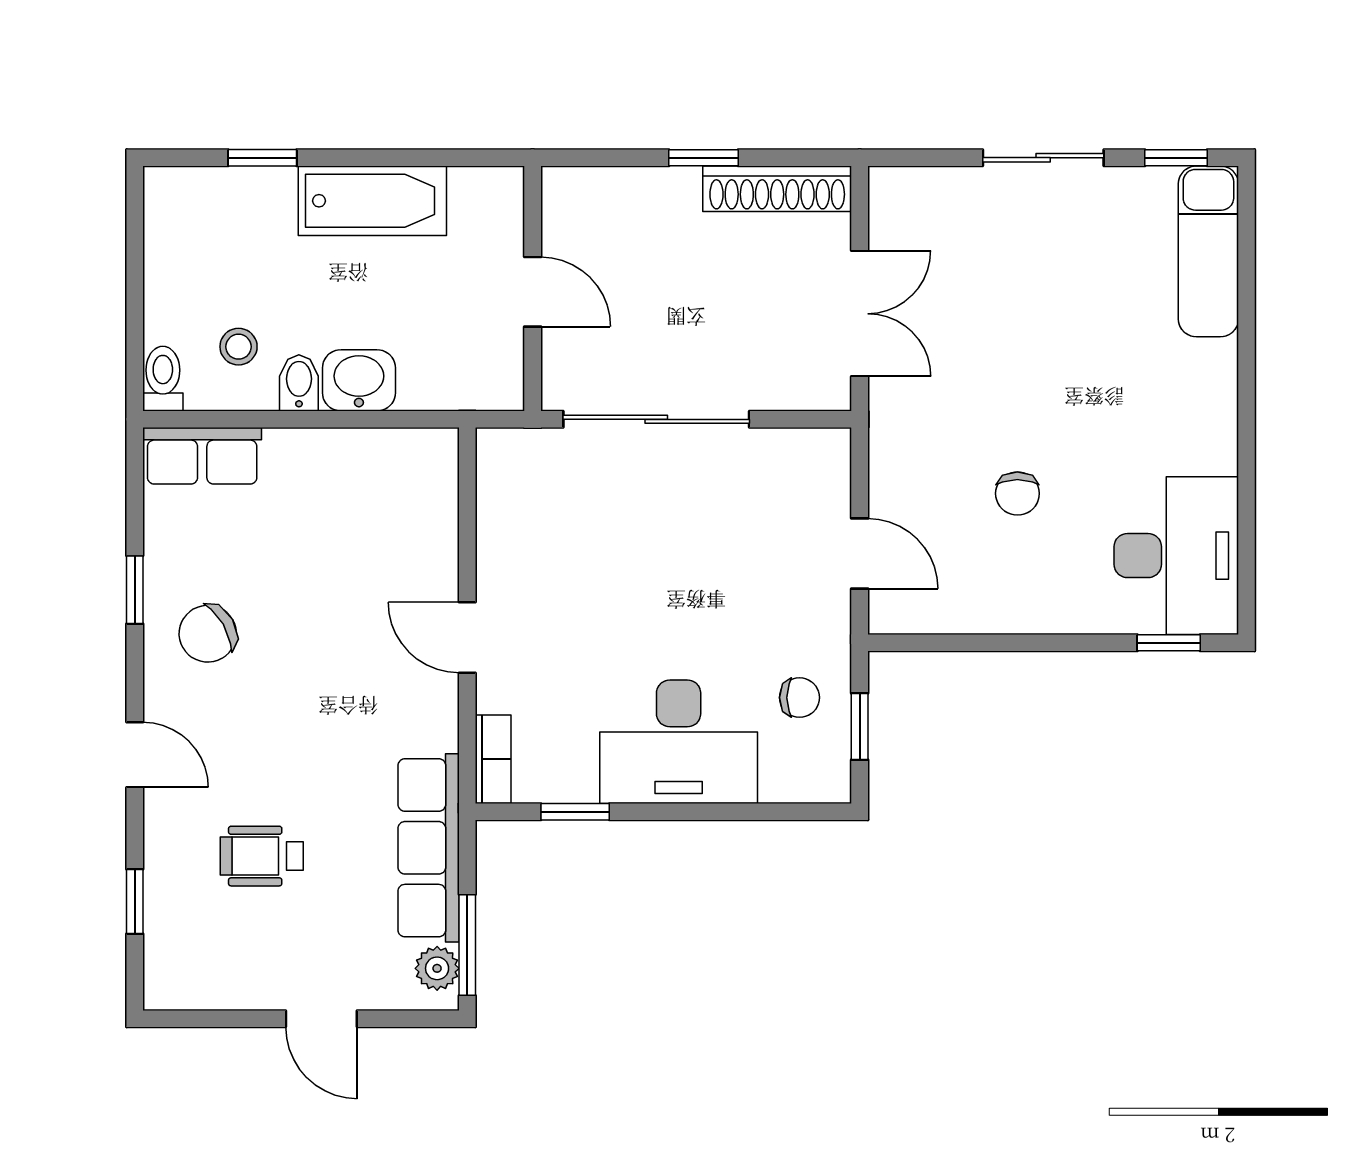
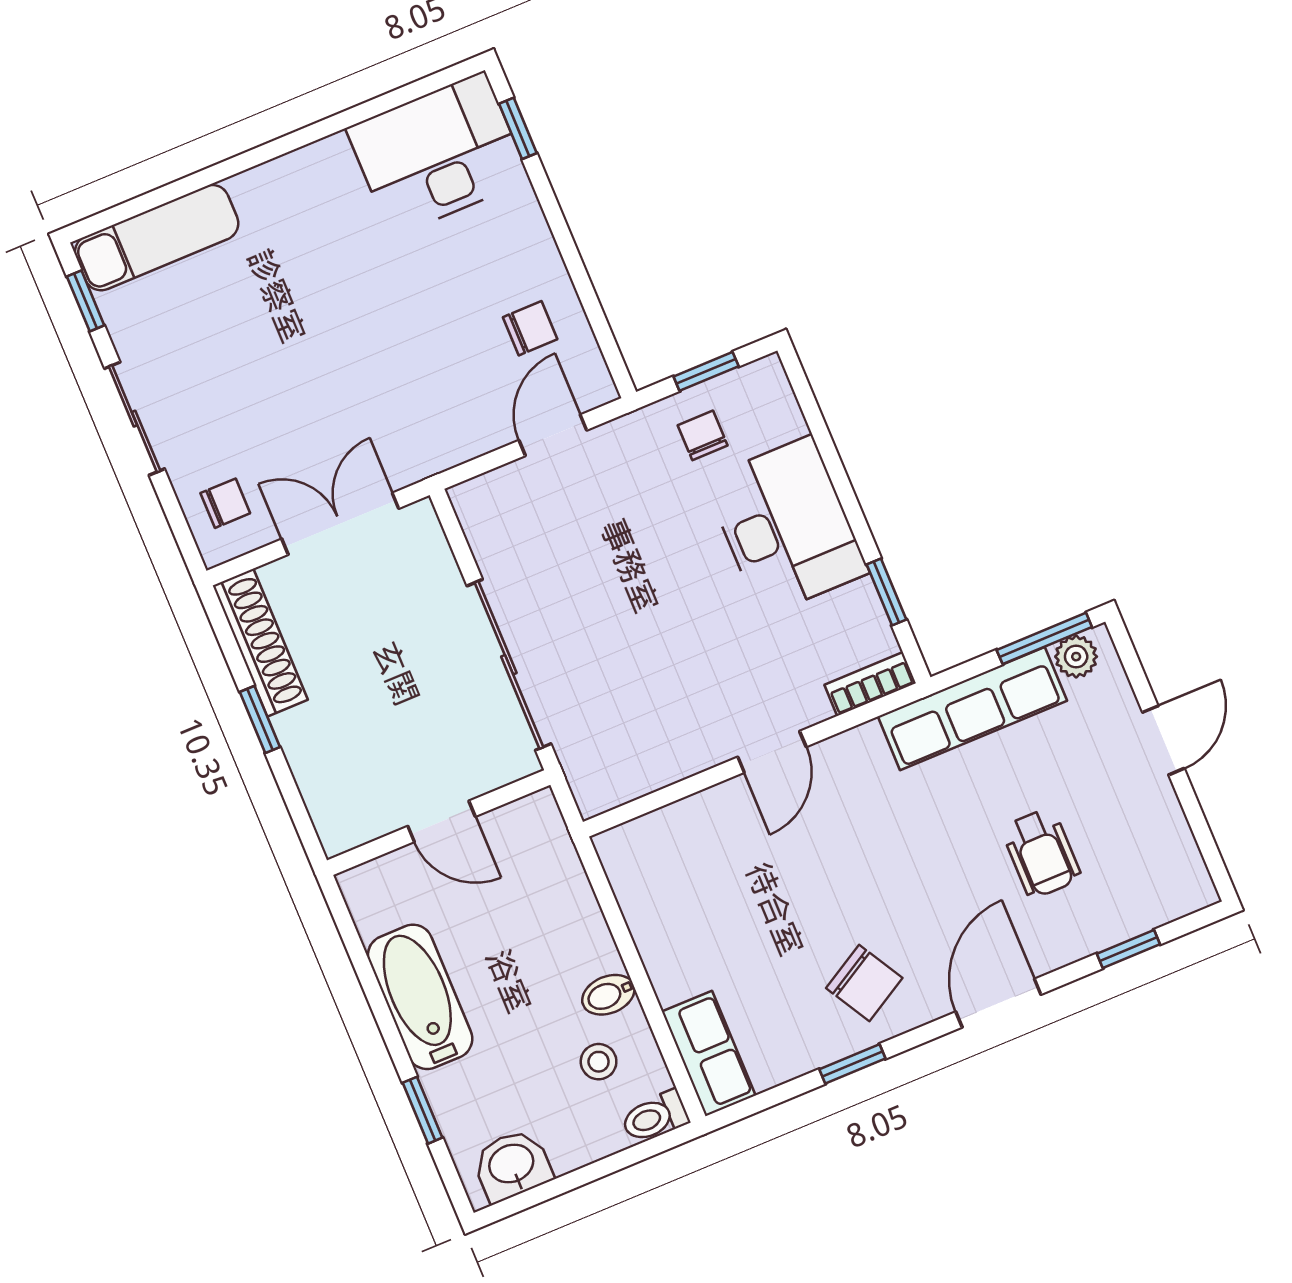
chair: (925, 211) -> (225, 503), added
door: (533, 292) -> (442, 821), swing flipped
washbasin: (359, 380) -> (512, 1165), moved, turned 90
chair: (1017, 493) -> (530, 328), moved
door: (135, 755) -> (998, 1003), width x1.38

